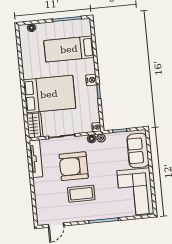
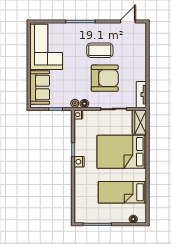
bed: (69, 49) -> (122, 192), moved, turned 180
tv unit: (36, 159) -> (141, 95), width x0.71

